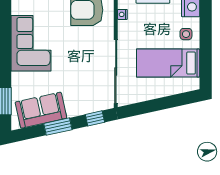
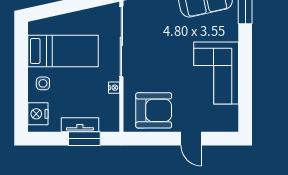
nightstand: (122, 14) -> (114, 88), moved

